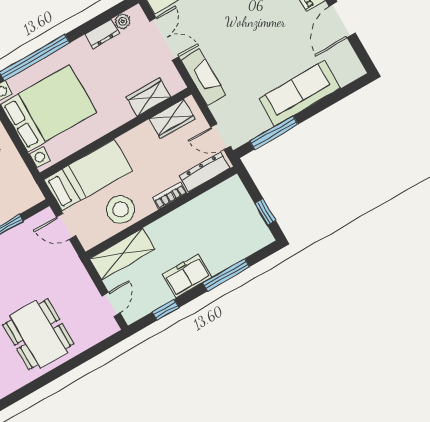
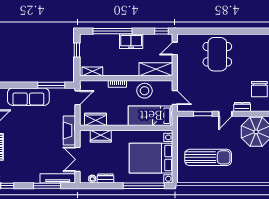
door: (221, 137) -> (77, 98), hinge flipped
dresser: (205, 172) -> (95, 85), removed
shelving: (221, 192) -> (92, 71), added
window: (226, 275) -> (113, 31), width x1.46
window: (166, 310) -> (162, 31), moved

